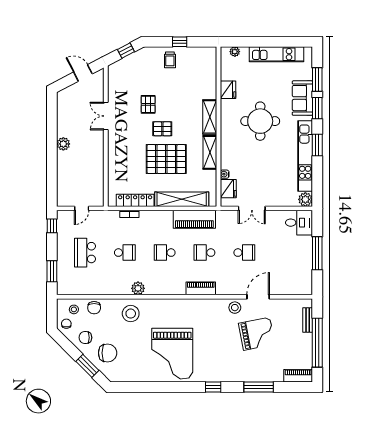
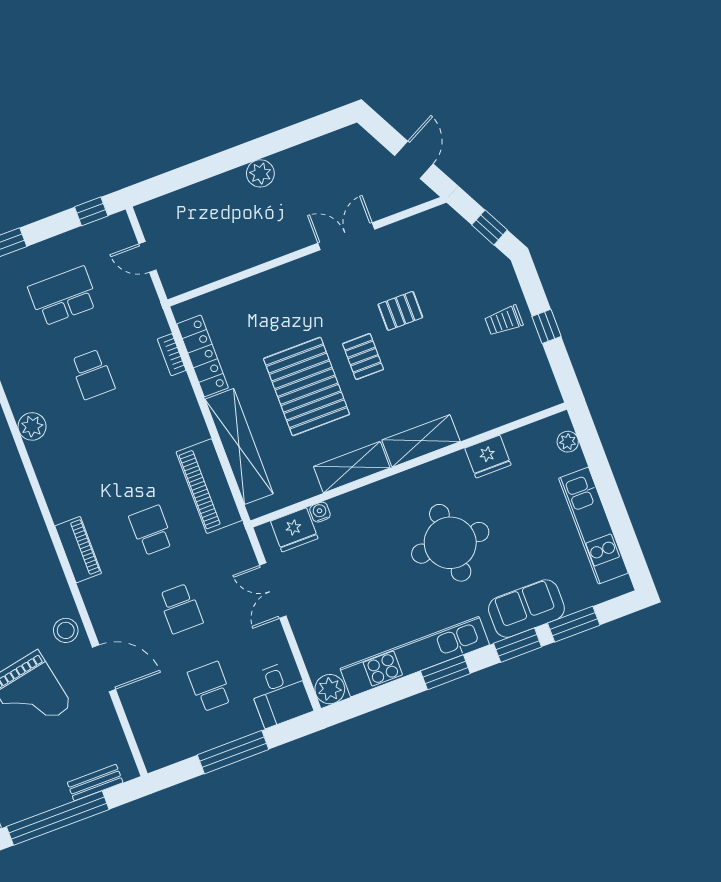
school desk: (165, 253) -> (210, 687), moved

